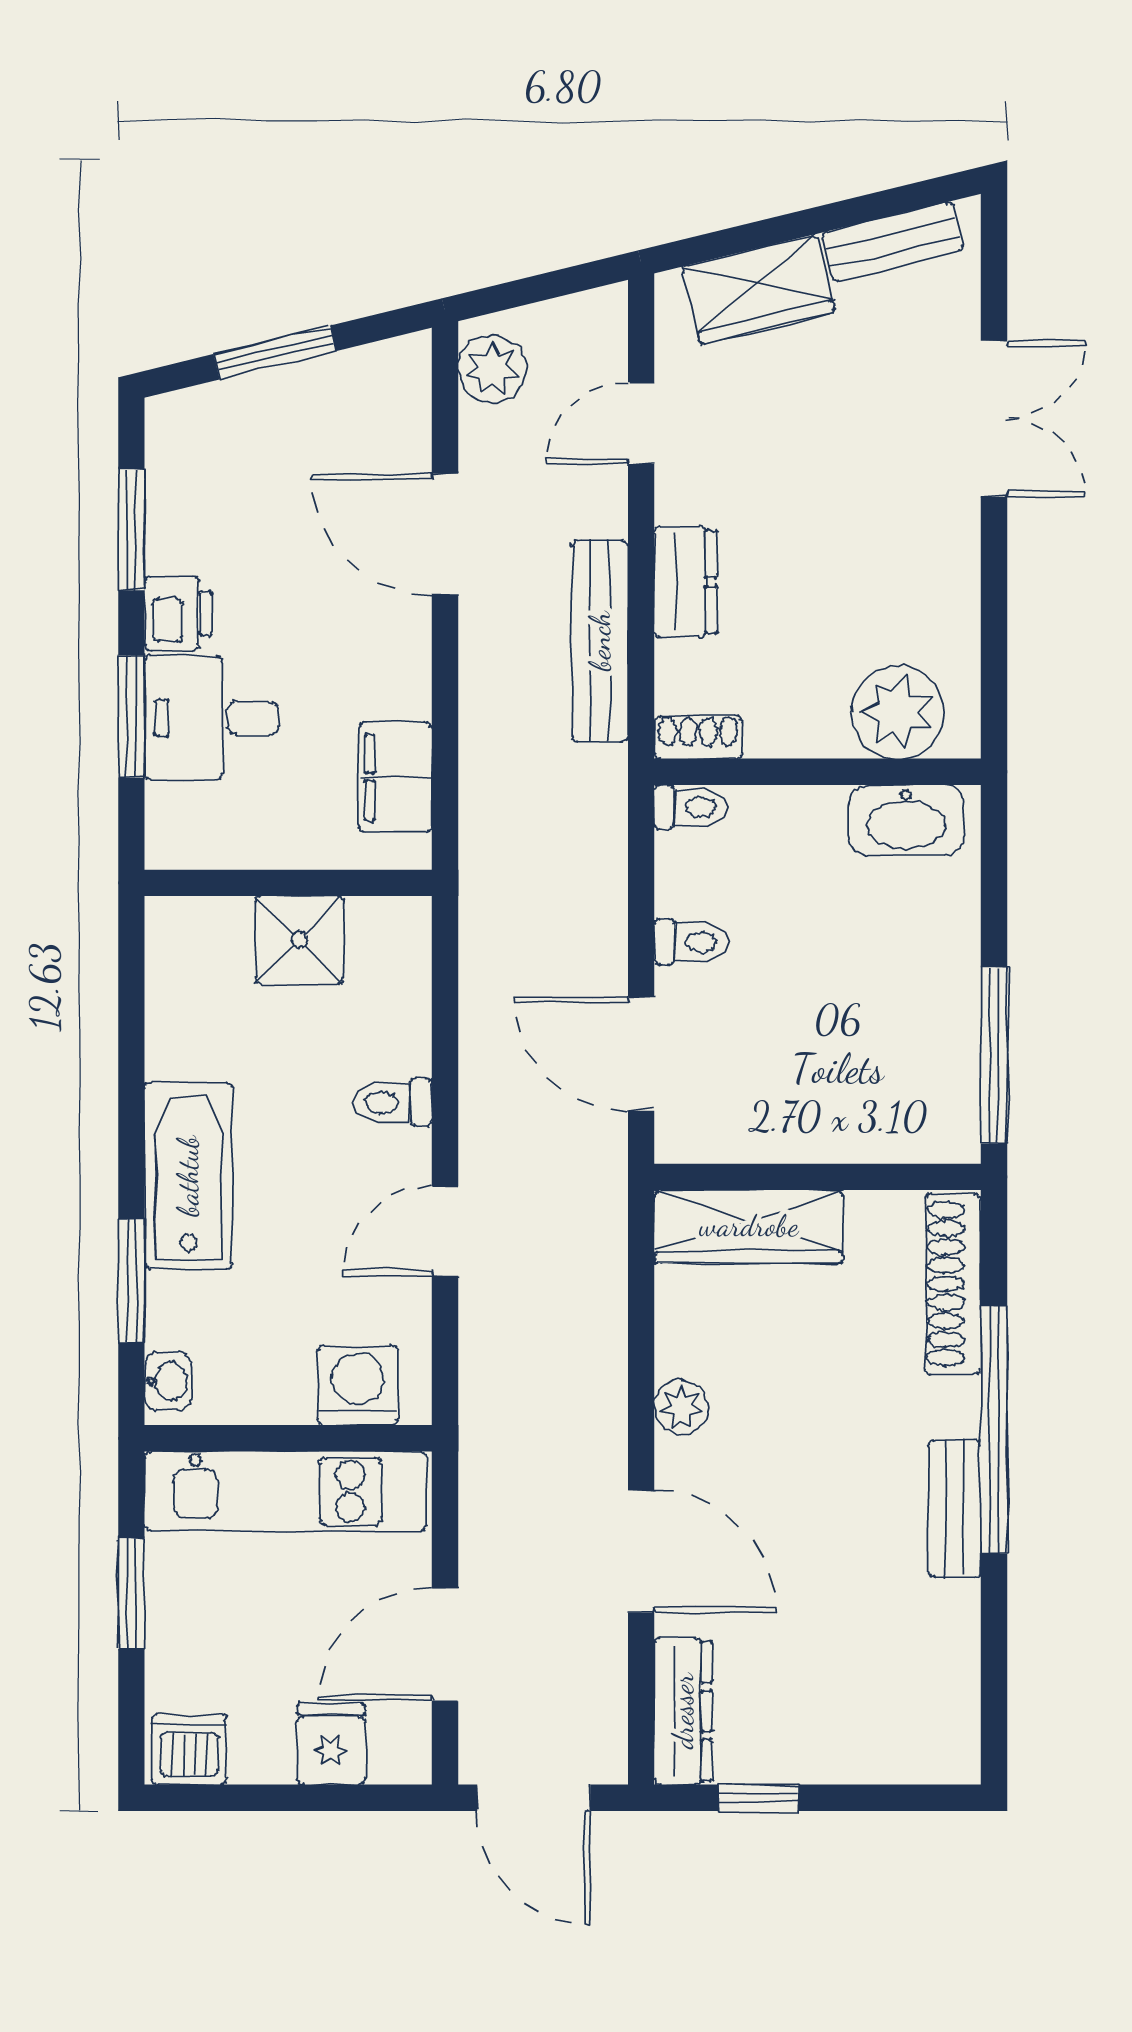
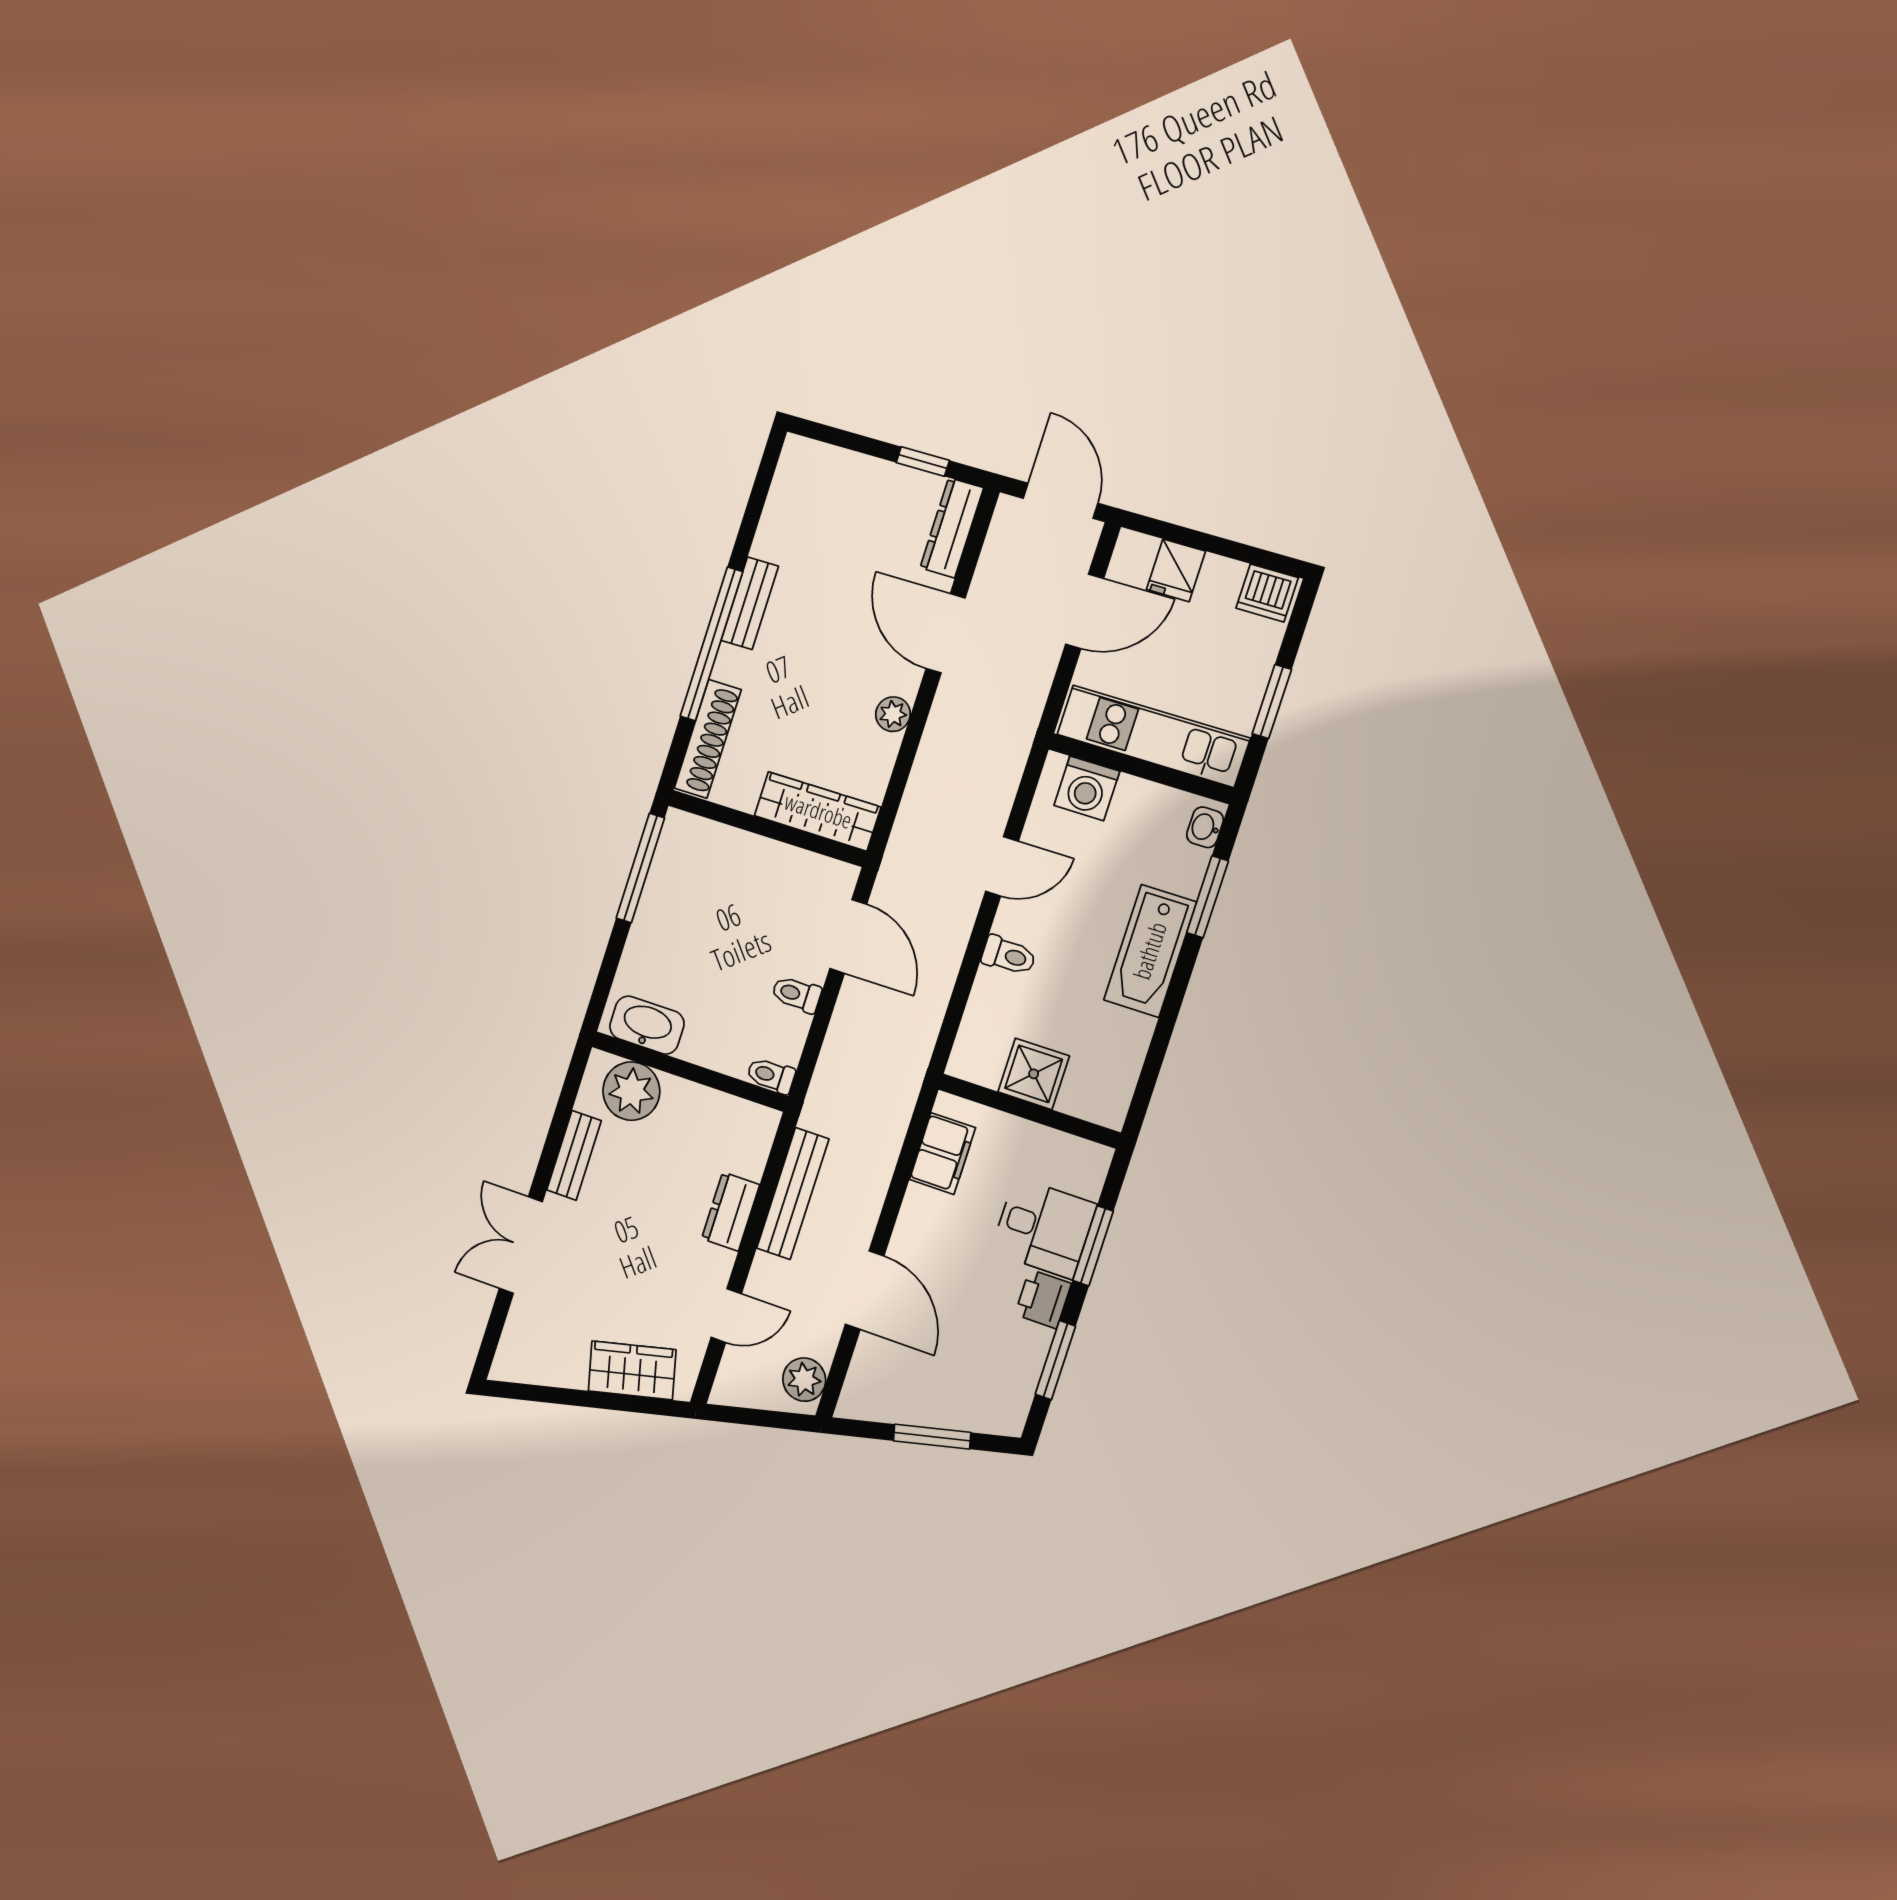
bench: (893, 242) -> (574, 1155), moved, turned -76
shoe rack: (698, 737) -> (753, 1116), removed

